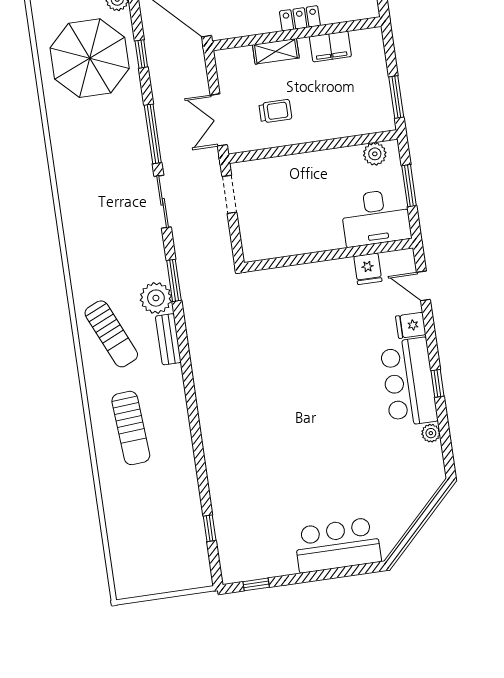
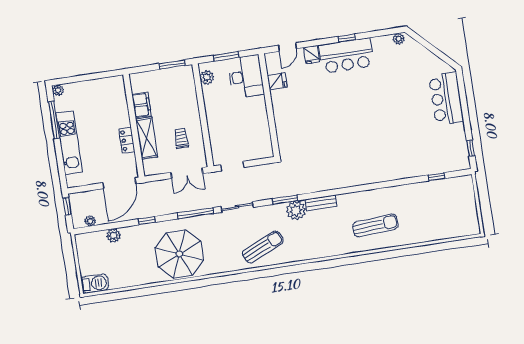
locker: (300, 18) -> (127, 140), moved
shelving: (276, 51) -> (147, 138), width x1.50, depth x1.33
parasol: (90, 58) -> (179, 254), moved
sun lounger: (111, 334) -> (263, 247), moved
plant: (431, 433) -> (399, 39), moved

